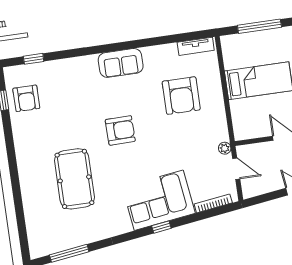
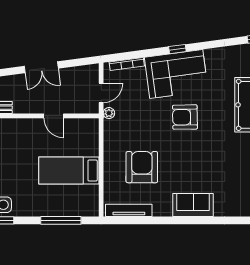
tv unit: (196, 46) -> (129, 210), width x1.41
armchair: (120, 130) -> (185, 117), moved
door: (236, 169) -> (101, 93), swing flipped

